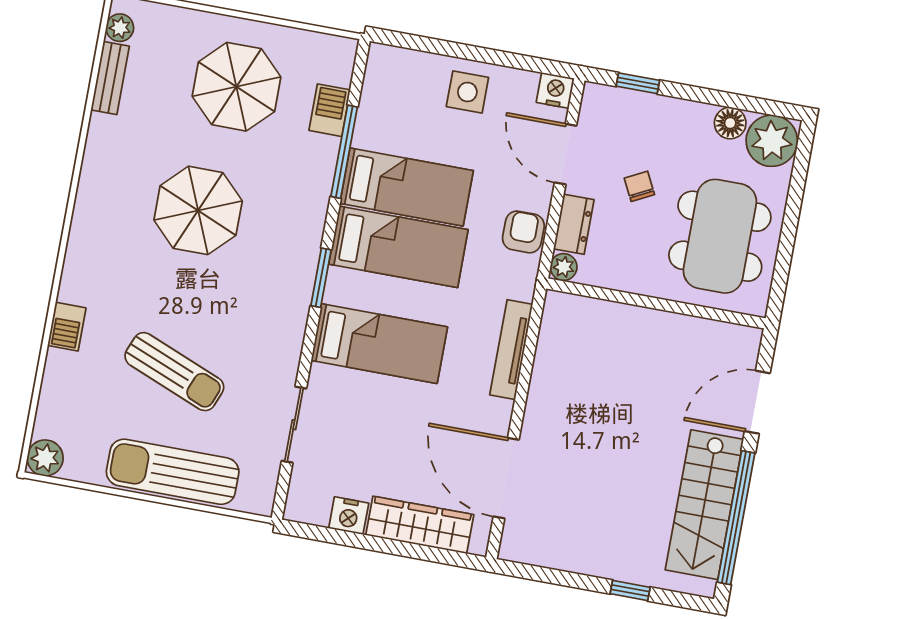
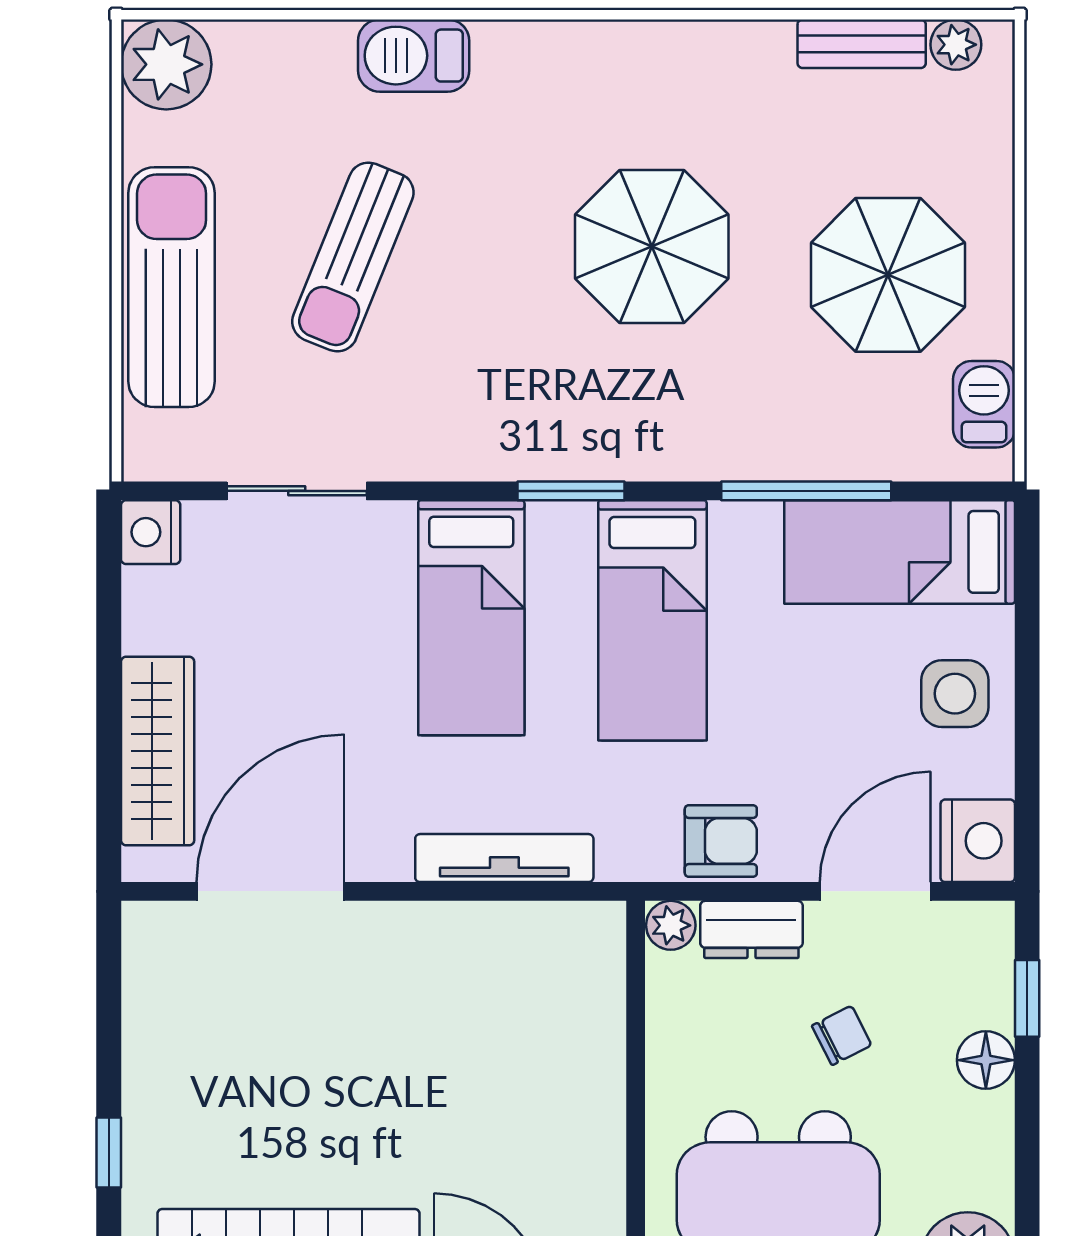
nightstand: (555, 90) -> (978, 841), width x1.36, depth x1.33
barbecue: (330, 110) -> (984, 404), moved, turned -90
floor lamp: (730, 123) -> (986, 1060), moved
bed: (407, 187) -> (900, 552), moved, turned 90
barbecue: (67, 327) -> (414, 56), width x1.38, depth x1.27
plant: (45, 458) -> (166, 64), width x1.36, depth x1.36
nightstand: (349, 516) -> (151, 532), moved

